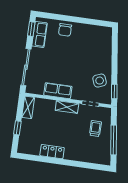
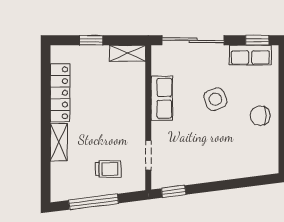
chair: (65, 30) -> (260, 116), moved
side table: (100, 81) -> (215, 99), moved
shelving: (67, 107) -> (59, 142), moved
locker: (52, 152) -> (60, 93), width x1.53

